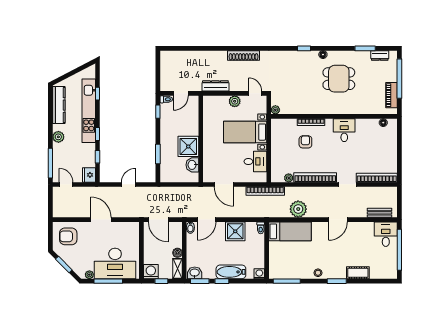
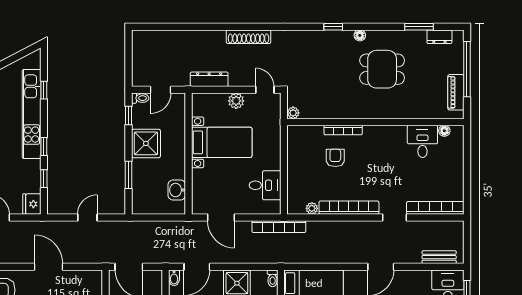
desk: (344, 130) -> (422, 141), moved
bed with nightstands: (245, 132) -> (222, 142), moved, turned 180
shower: (188, 146) -> (146, 143), moved
plant: (298, 209) -> (325, 252), removed

